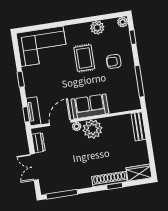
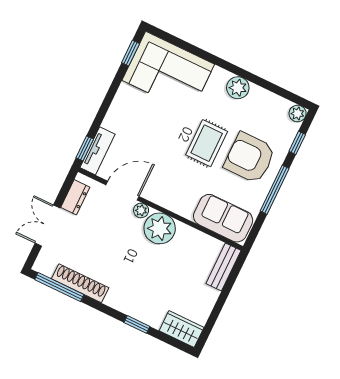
plant: (97, 28) -> (238, 88), moved
rug: (84, 58) -> (207, 143), moved
armchair: (114, 61) -> (250, 158), width x1.88, depth x1.88
window: (21, 79) -> (131, 53), moved
window: (140, 81) -> (275, 190), moved
sofa: (90, 106) -> (223, 218), moved
shoe rack: (109, 179) -> (80, 283), moved

